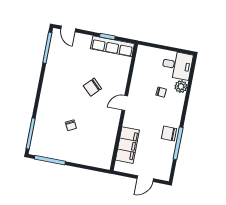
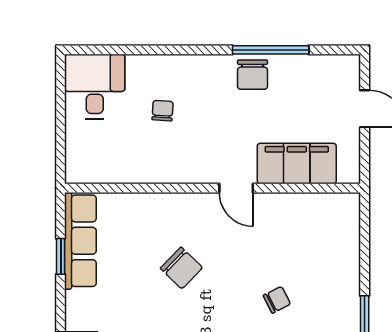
plant: (181, 87) -> (141, 68), removed
door: (125, 103) -> (236, 188), moved

